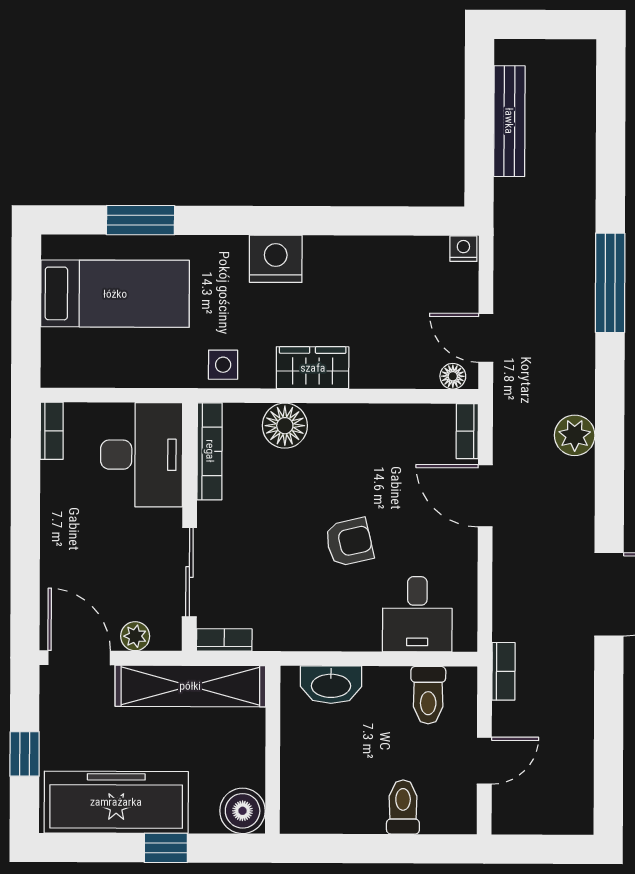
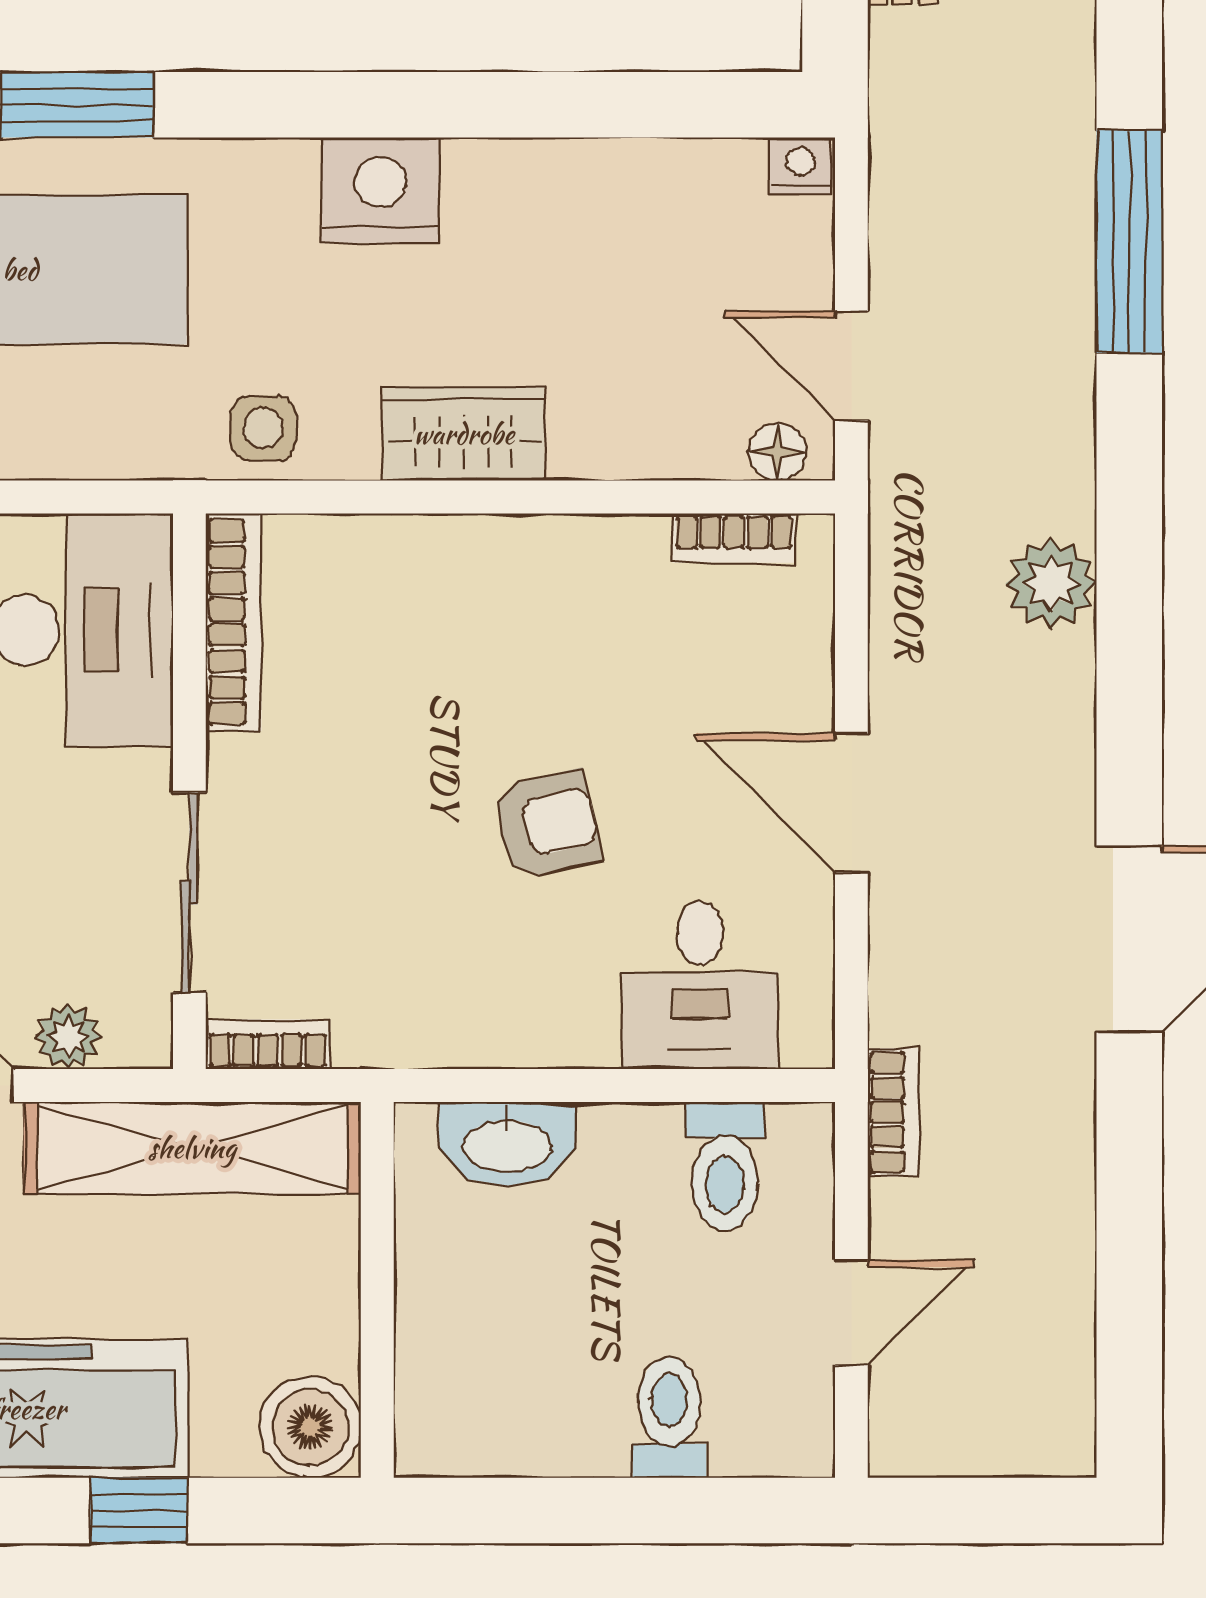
floor lamp: (285, 426) -> (402, 564), removed
bookcase: (467, 431) -> (734, 538), moved, turned -90
door: (485, 496) -> (851, 803), moved

